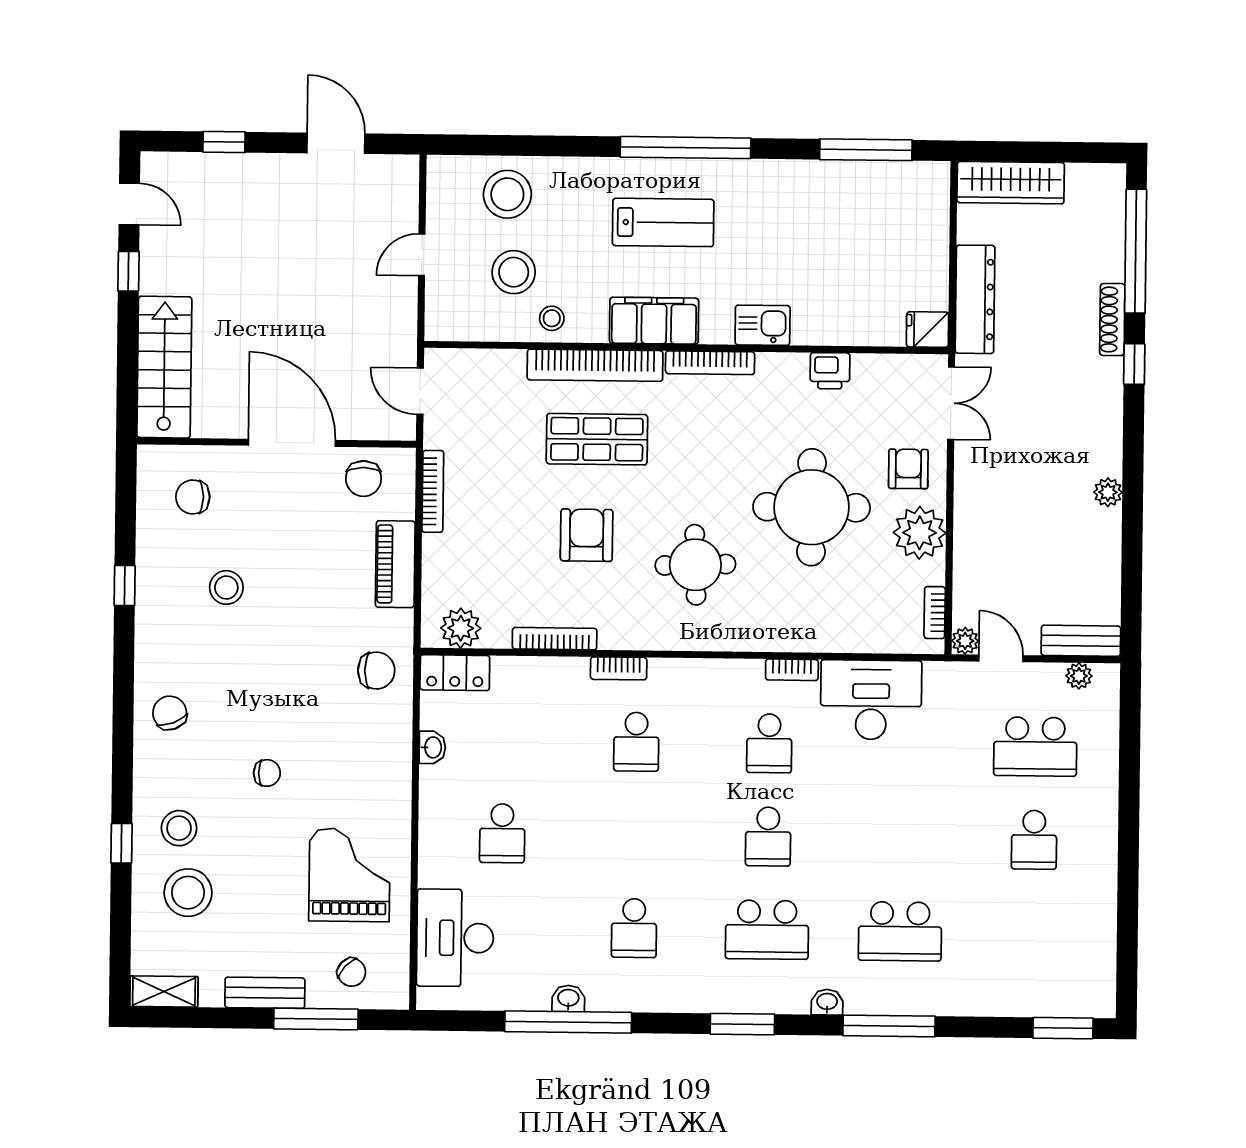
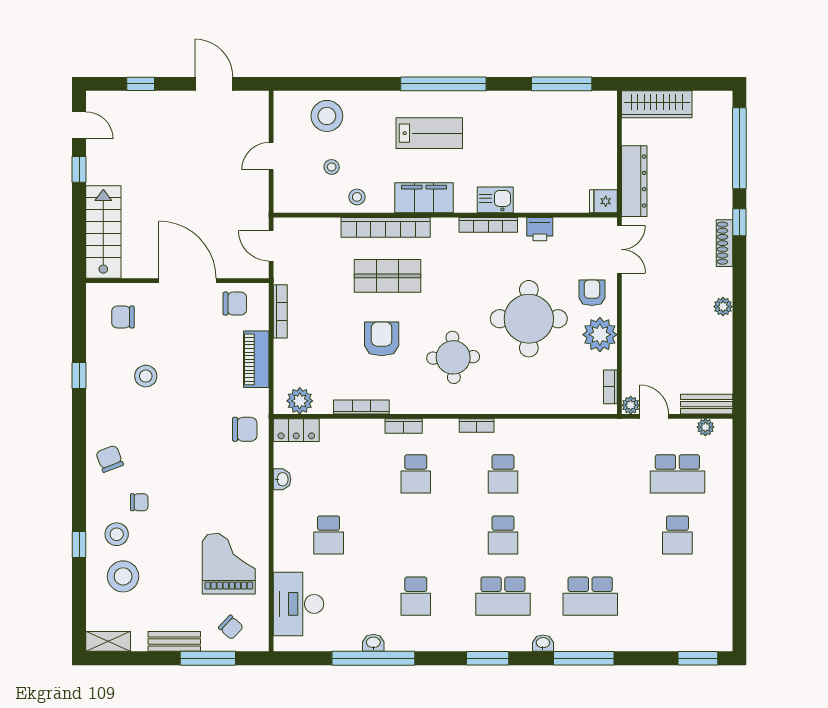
stool: (514, 272) -> (332, 167), width x0.53, depth x0.53
shoe rack: (1112, 320) -> (725, 243), moved
bookcase: (710, 363) -> (488, 225), moved
chair: (363, 479) -> (235, 304), turned -90
bookcase: (792, 670) -> (477, 425), moved
desk: (871, 700) -> (569, 445), removed
chair: (267, 773) -> (139, 502), moved

